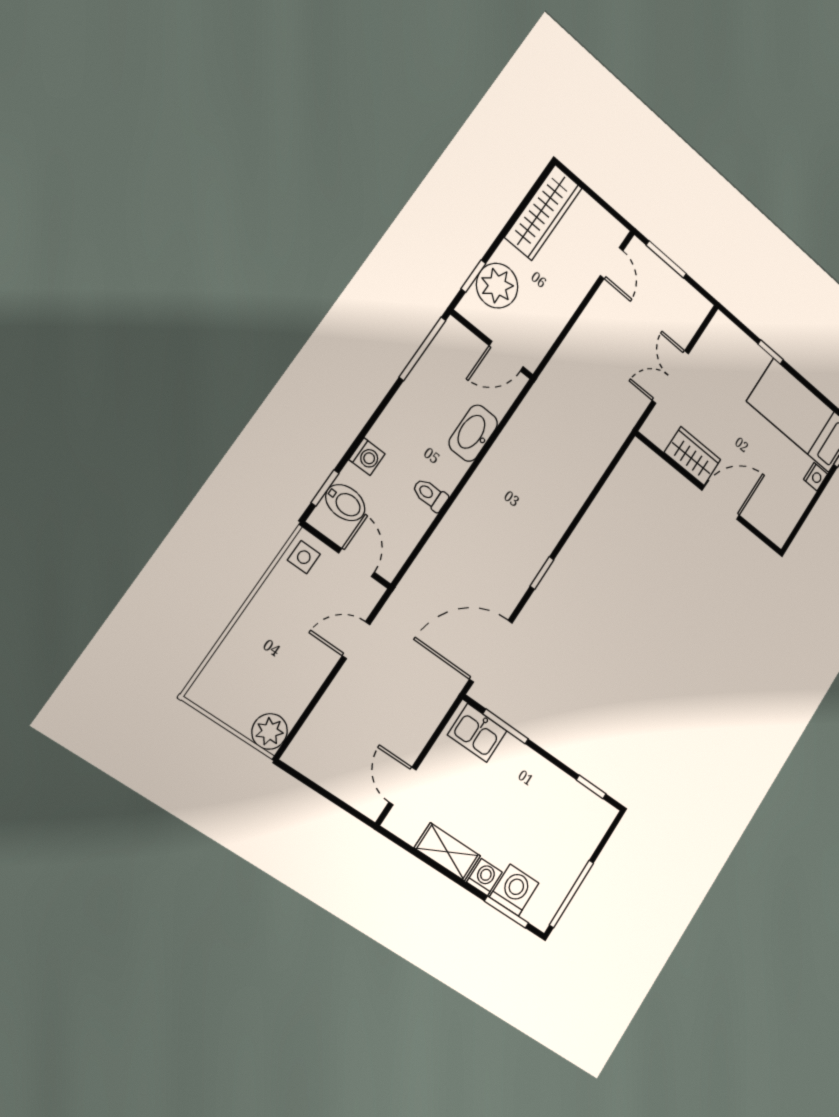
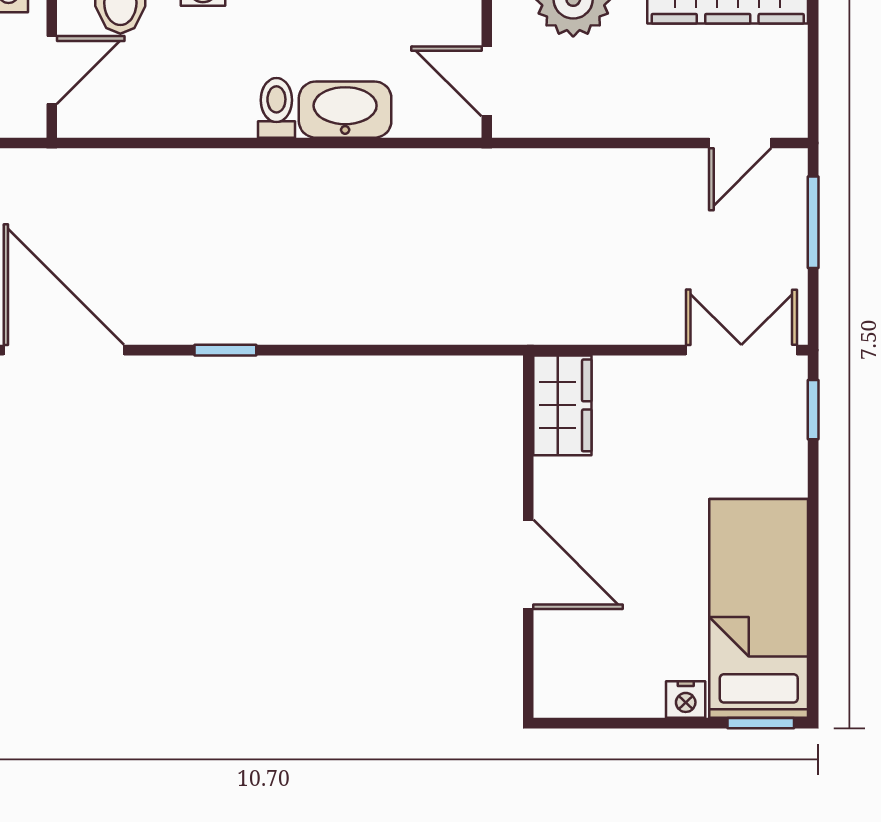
window: (771, 352) -> (813, 410), moved
double door: (670, 377) -> (741, 350), moved
wardrobe: (692, 456) -> (562, 405), moved
toilet: (430, 495) -> (276, 108), moved

